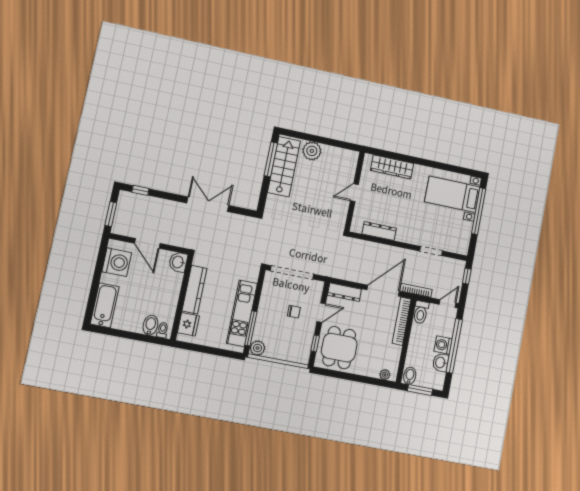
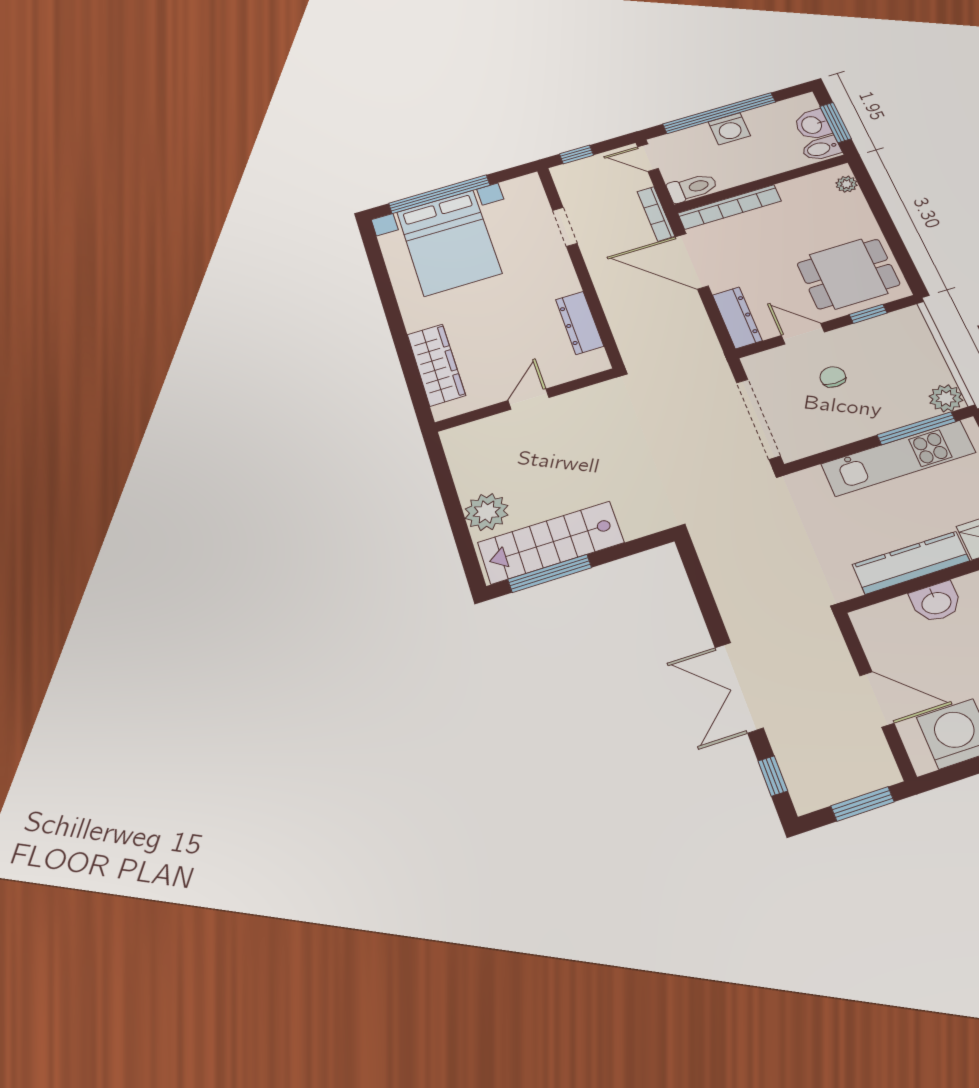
door: (354, 193) -> (528, 399), swing flipped
bed with nightstands: (452, 194) -> (449, 243), width x1.36
double door: (208, 204) -> (739, 687), moved
door: (147, 243) -> (877, 699), hinge flipped
washbasin: (178, 262) -> (936, 602), moved
washbasin: (441, 363) -> (812, 125), moved, turned 90

